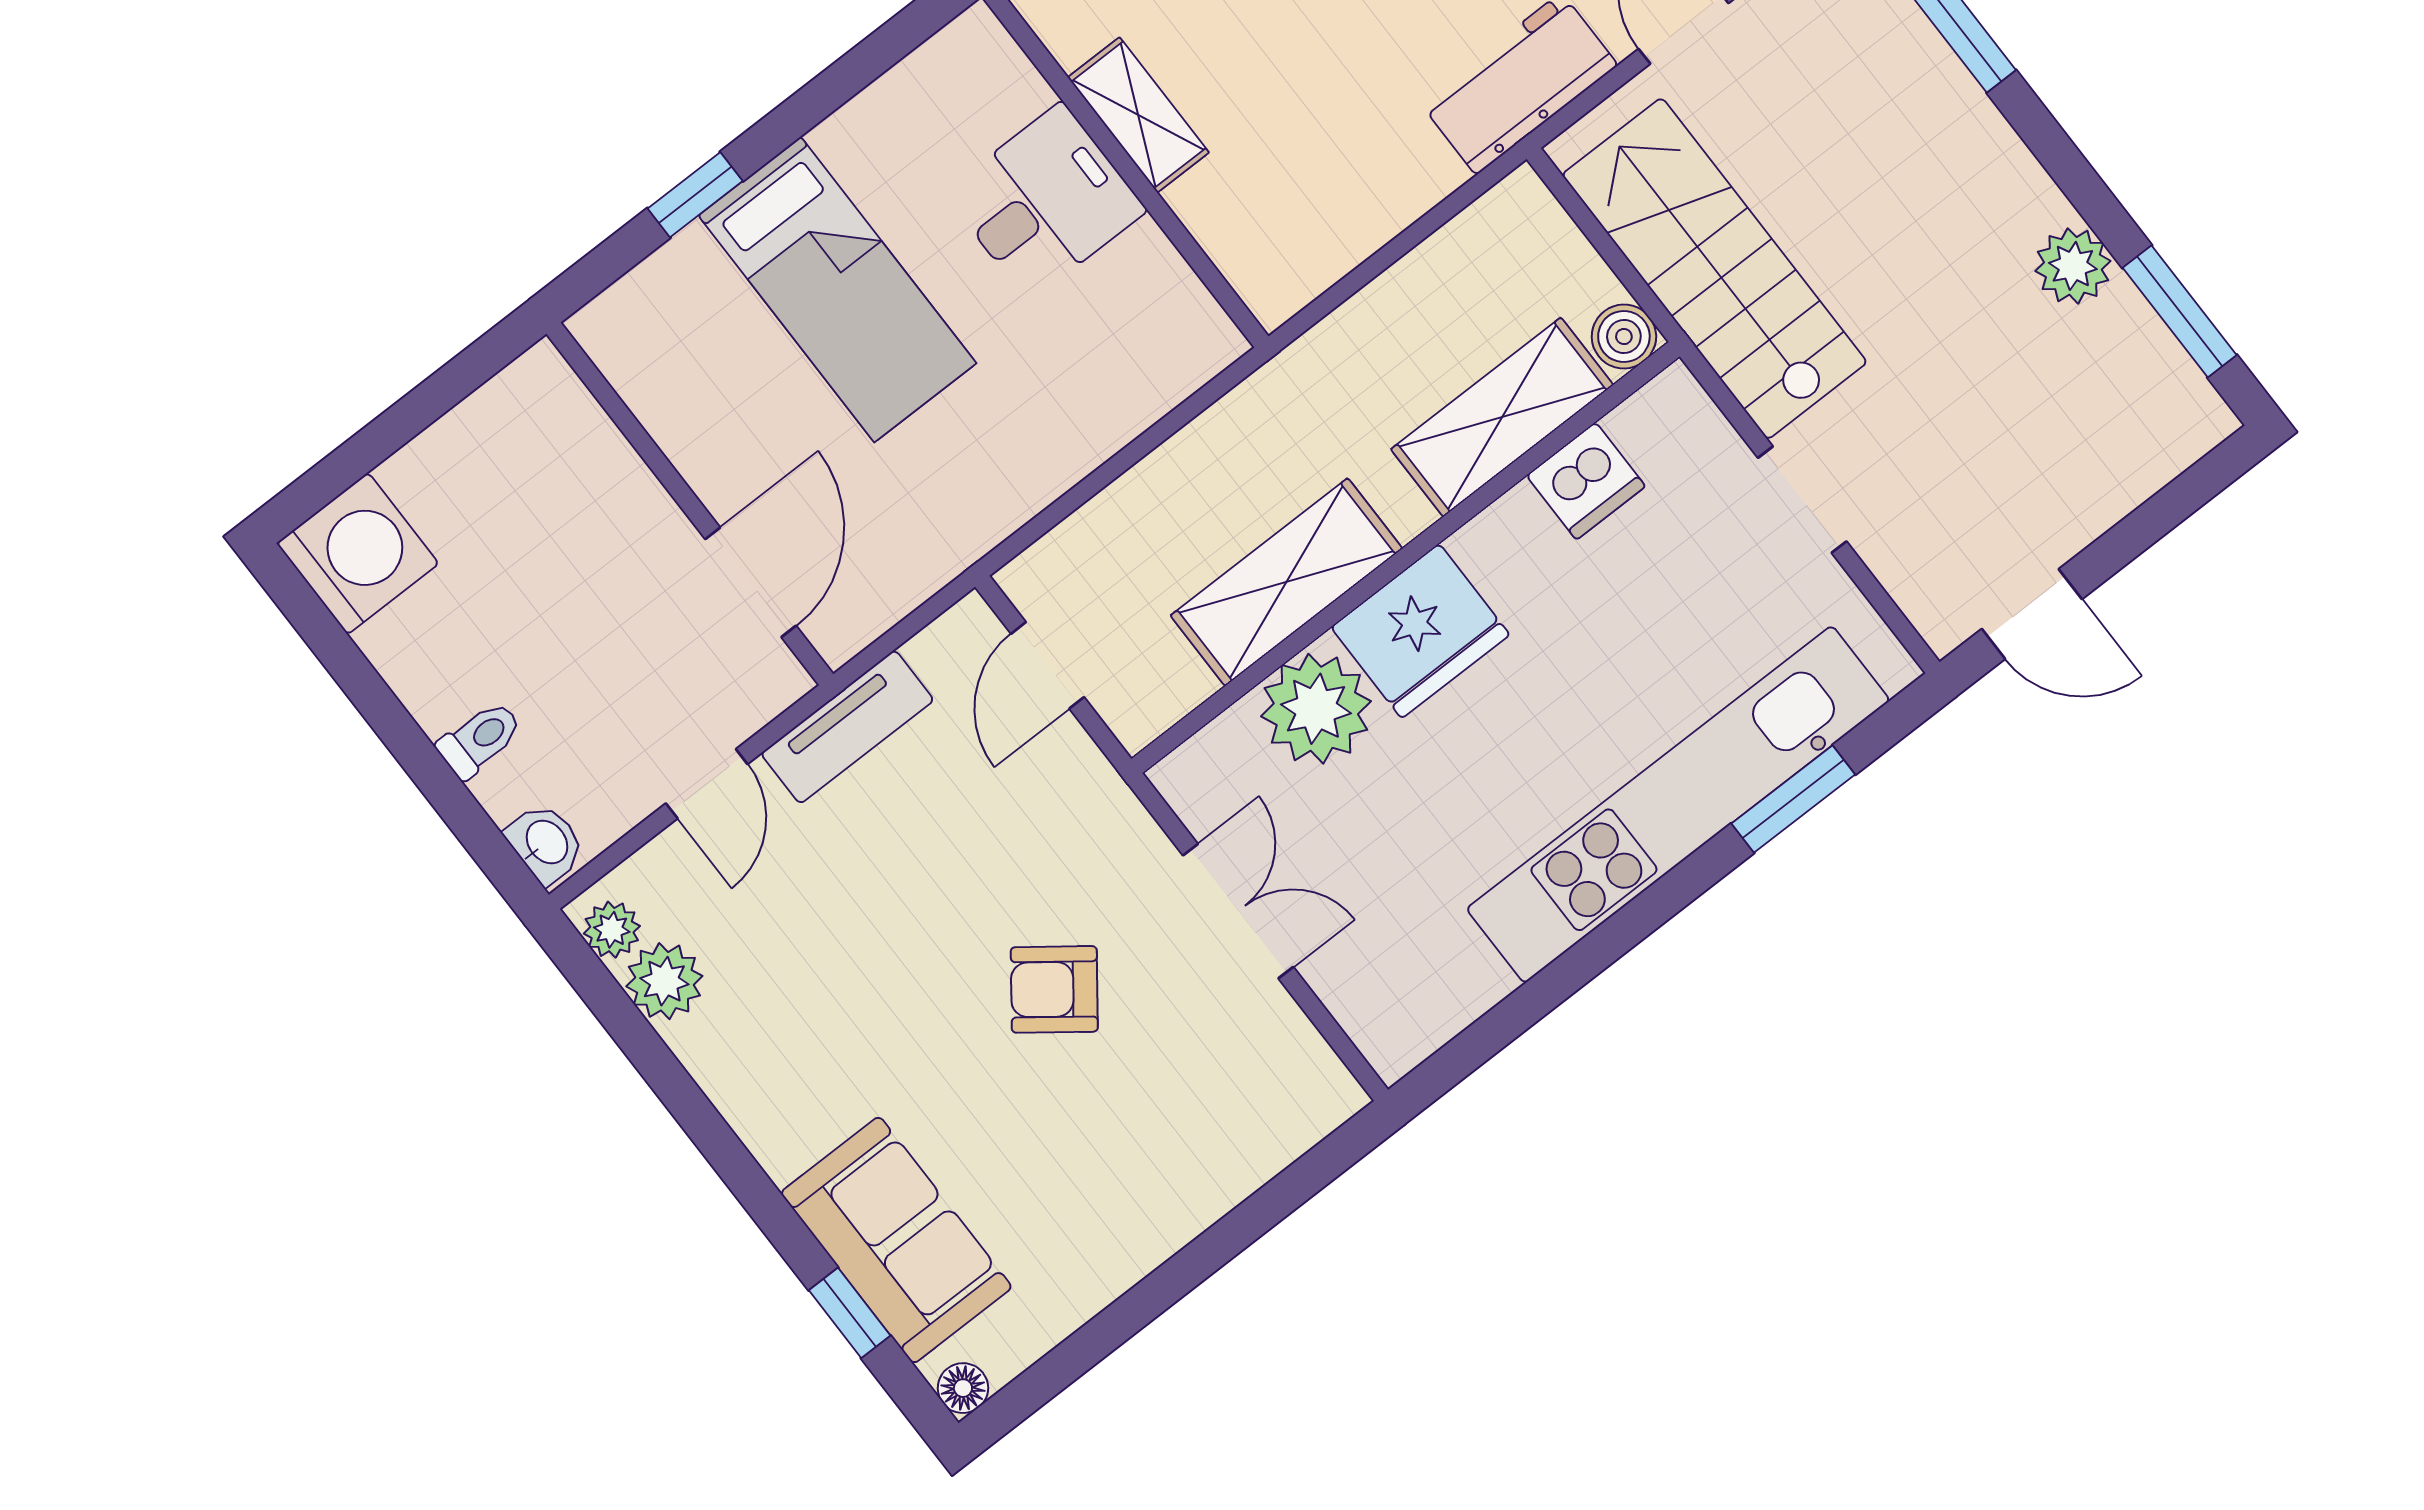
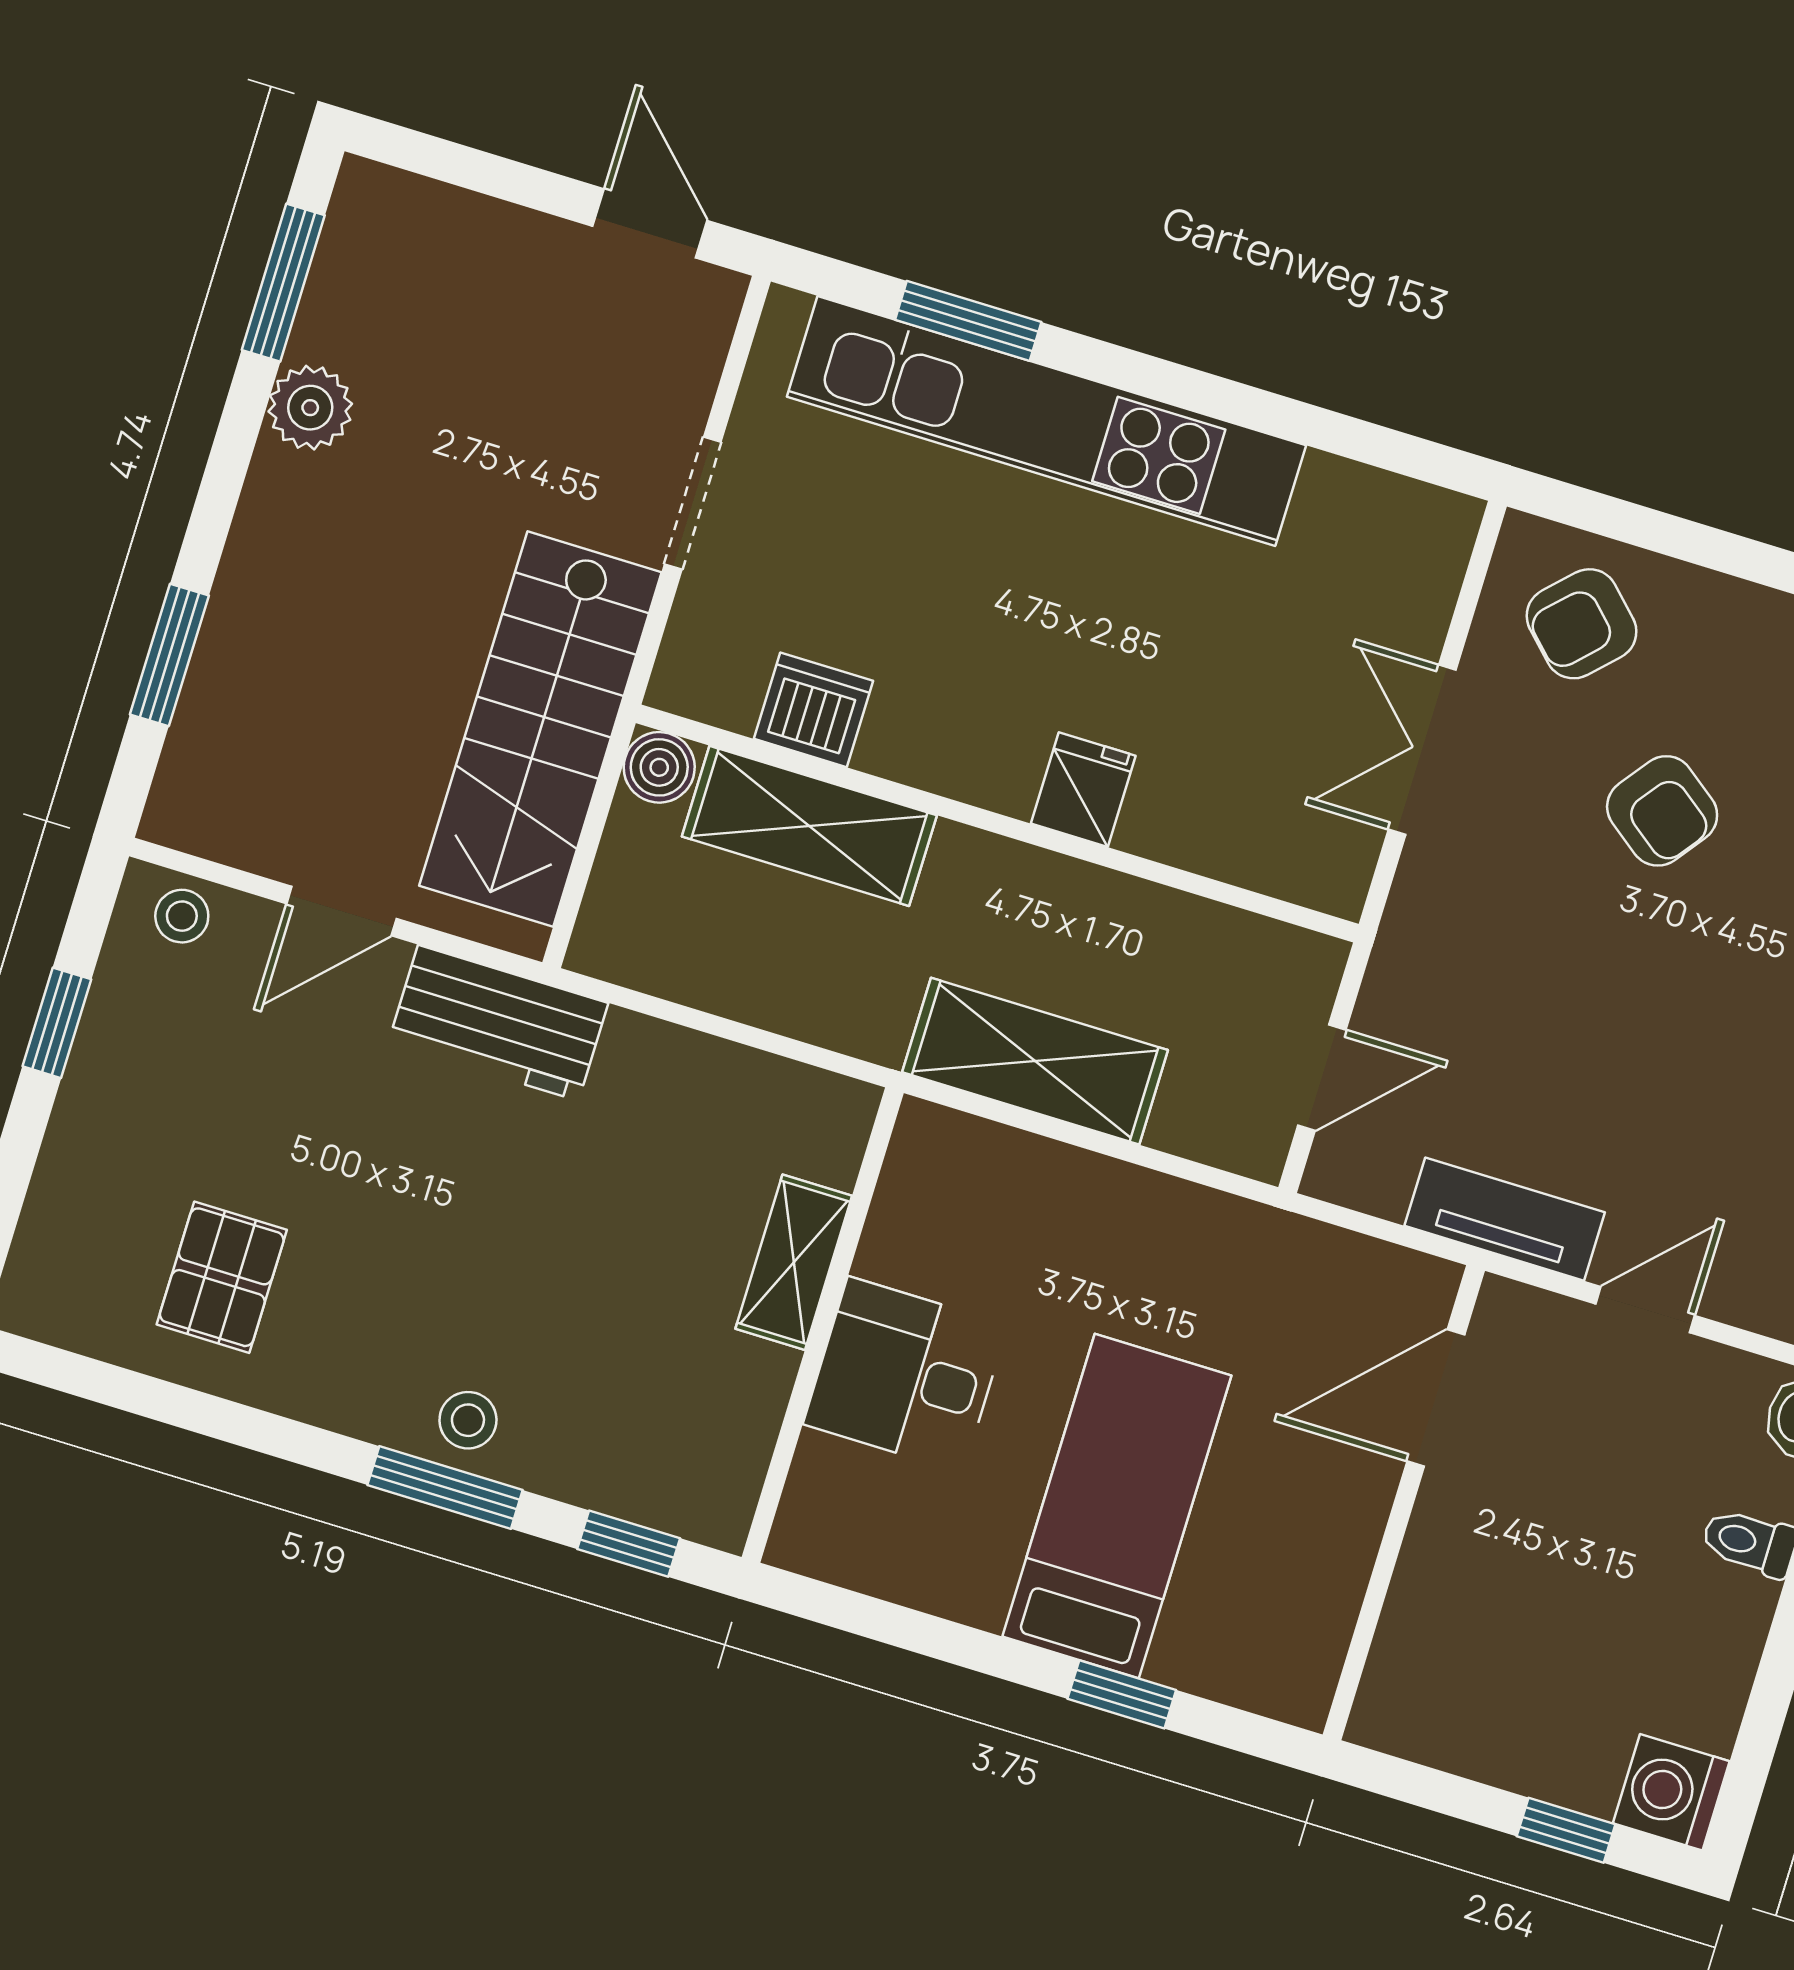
shelving: (1138, 115) -> (794, 1262), moved
window: (362, 453) -> (1566, 1830), added
washing machine: (358, 554) -> (1671, 1792), width x0.73, depth x0.73
shelving: (1286, 582) -> (1035, 1061), moved
fridge: (1420, 631) -> (1083, 790), width x0.53, depth x0.75
plant: (1316, 709) -> (1190, 808), removed
armchair: (1054, 989) -> (1662, 811), moved
armchair: (1248, 1095) -> (1582, 624), added

